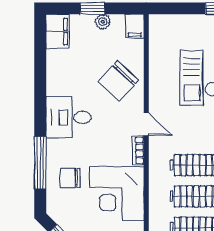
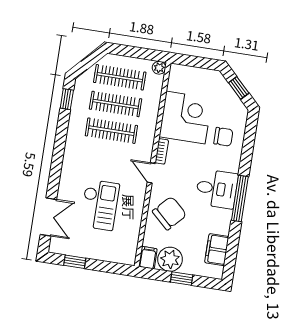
plant: (103, 22) -> (170, 259), width x1.87, depth x1.87
filing cabinet: (58, 32) -> (217, 250), moved
window: (40, 163) -> (240, 198), moved

